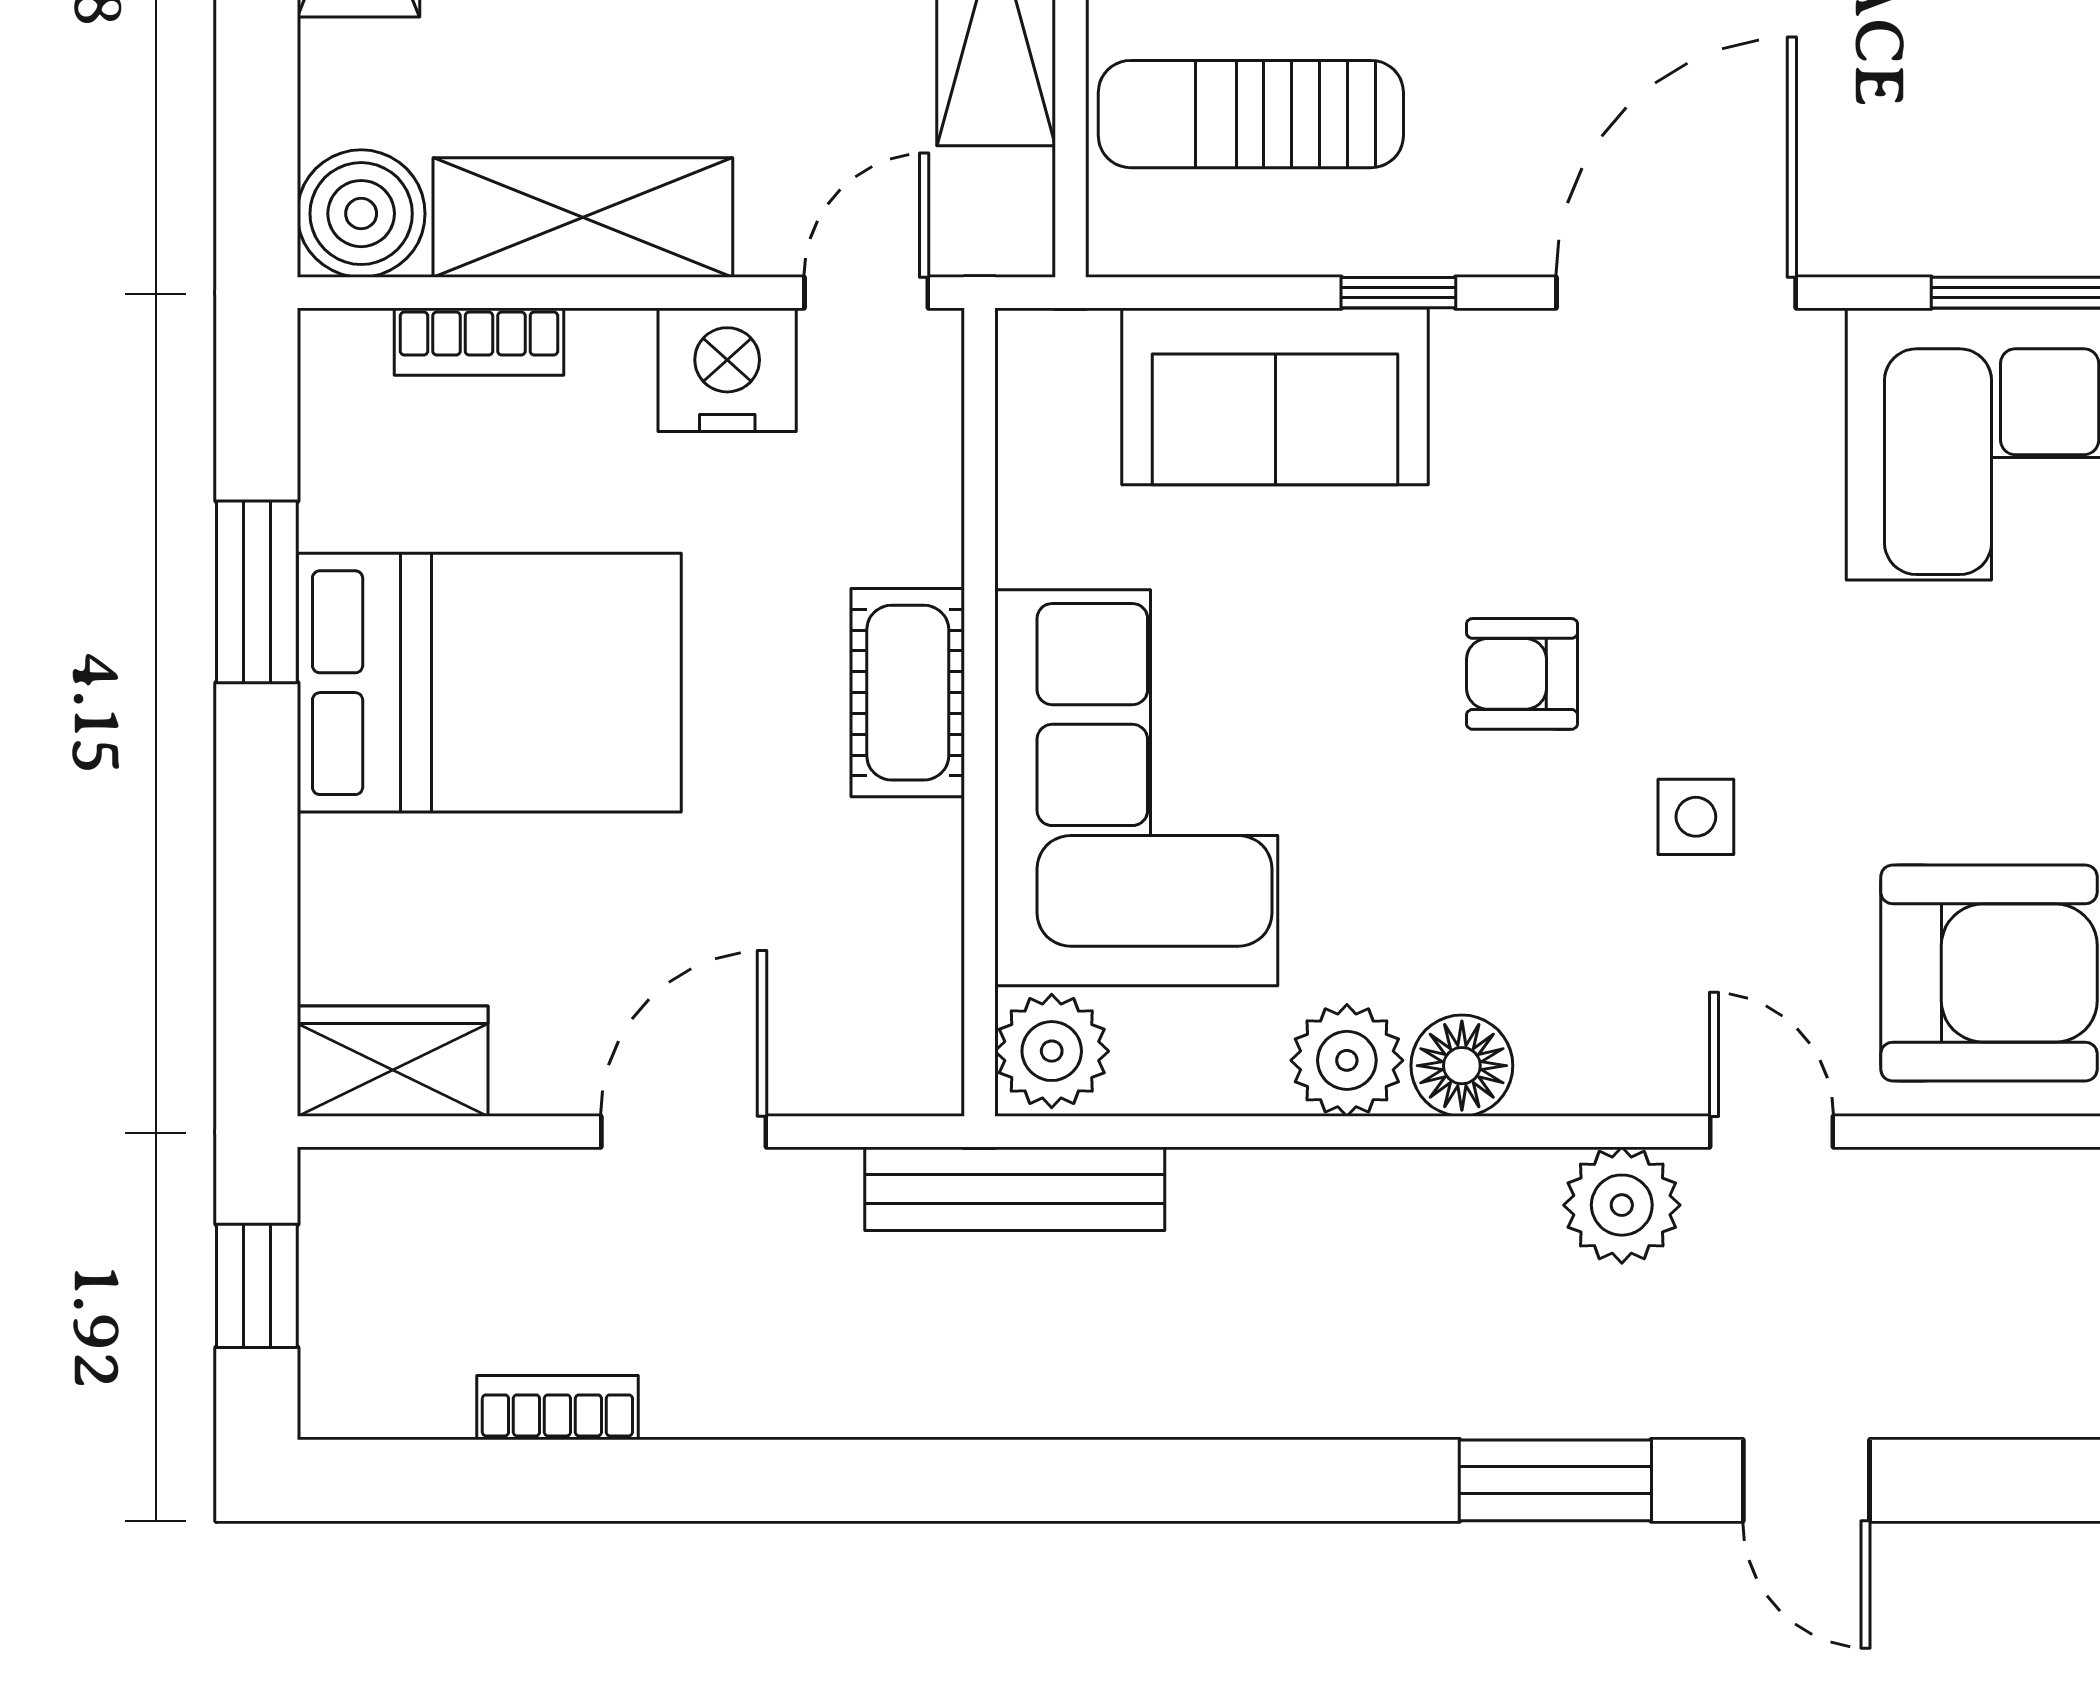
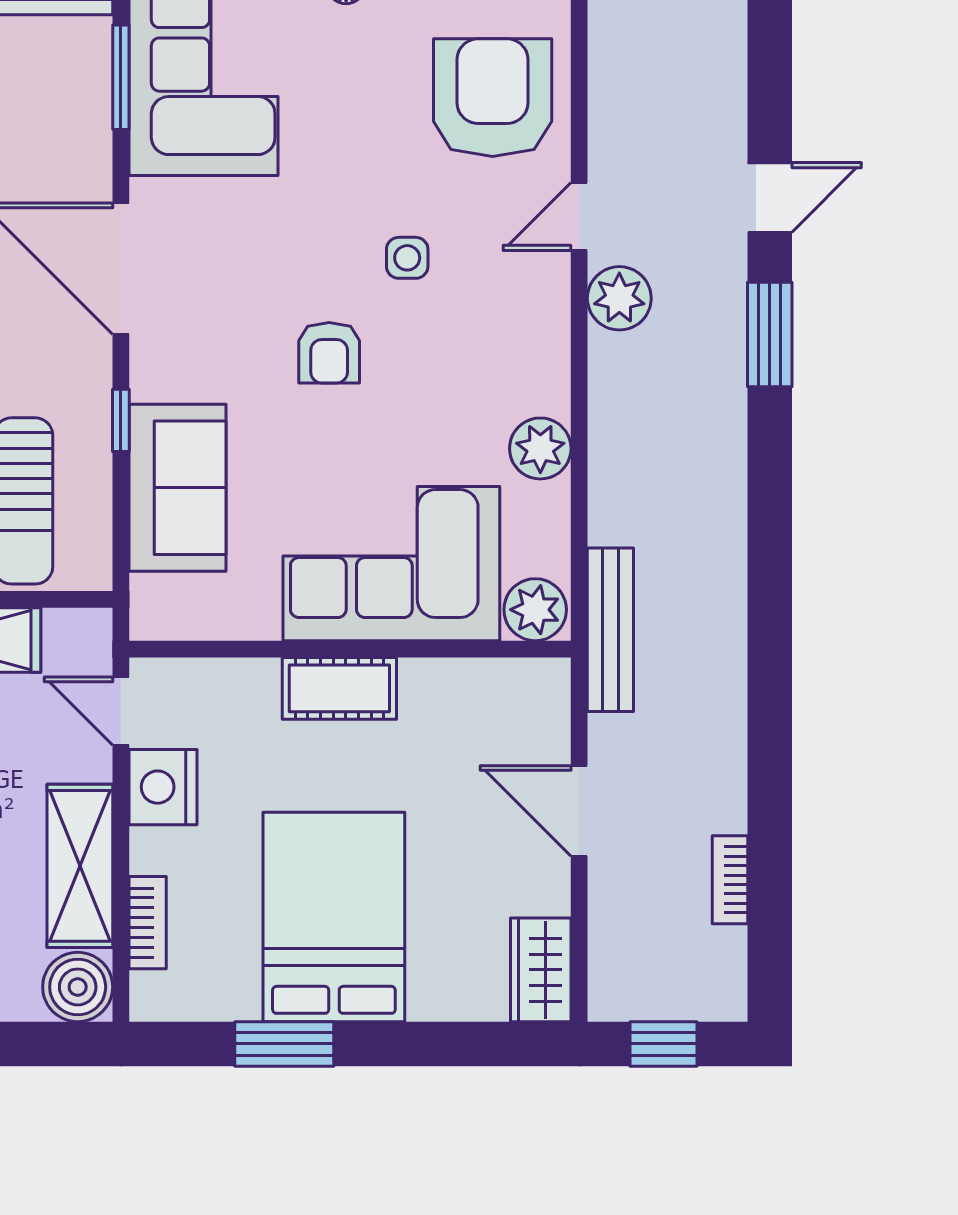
floor lamp: (1462, 1066) -> (543, 386), removed

